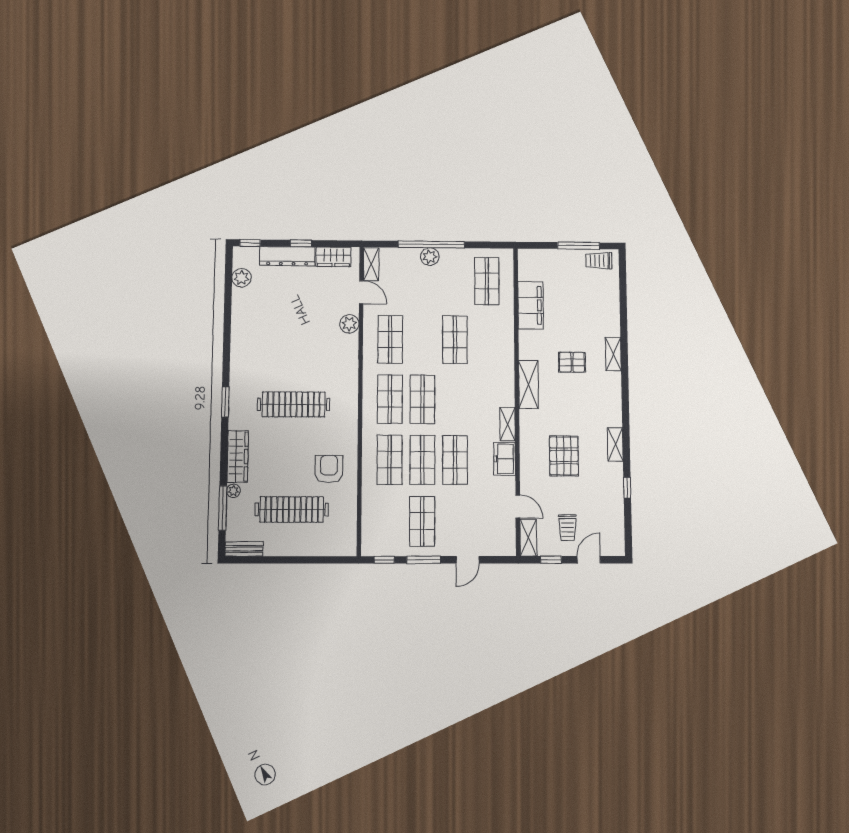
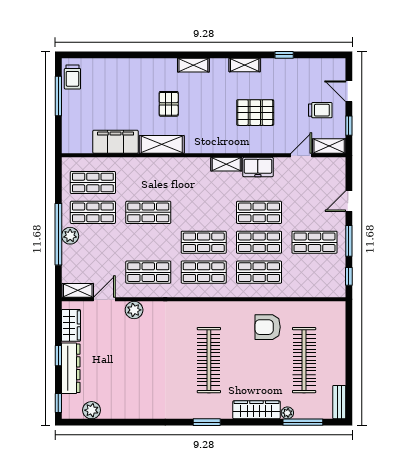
shop shelf: (455, 281) -> (93, 212), added
shelving: (613, 354) -> (193, 65), moved
shelving: (528, 385) -> (162, 144), moved
door: (468, 560) -> (349, 201), swing flipped

